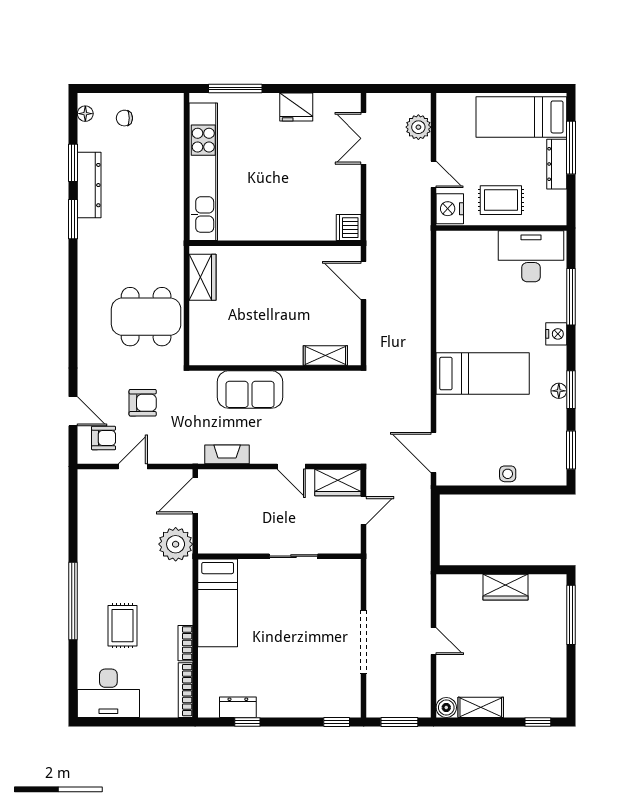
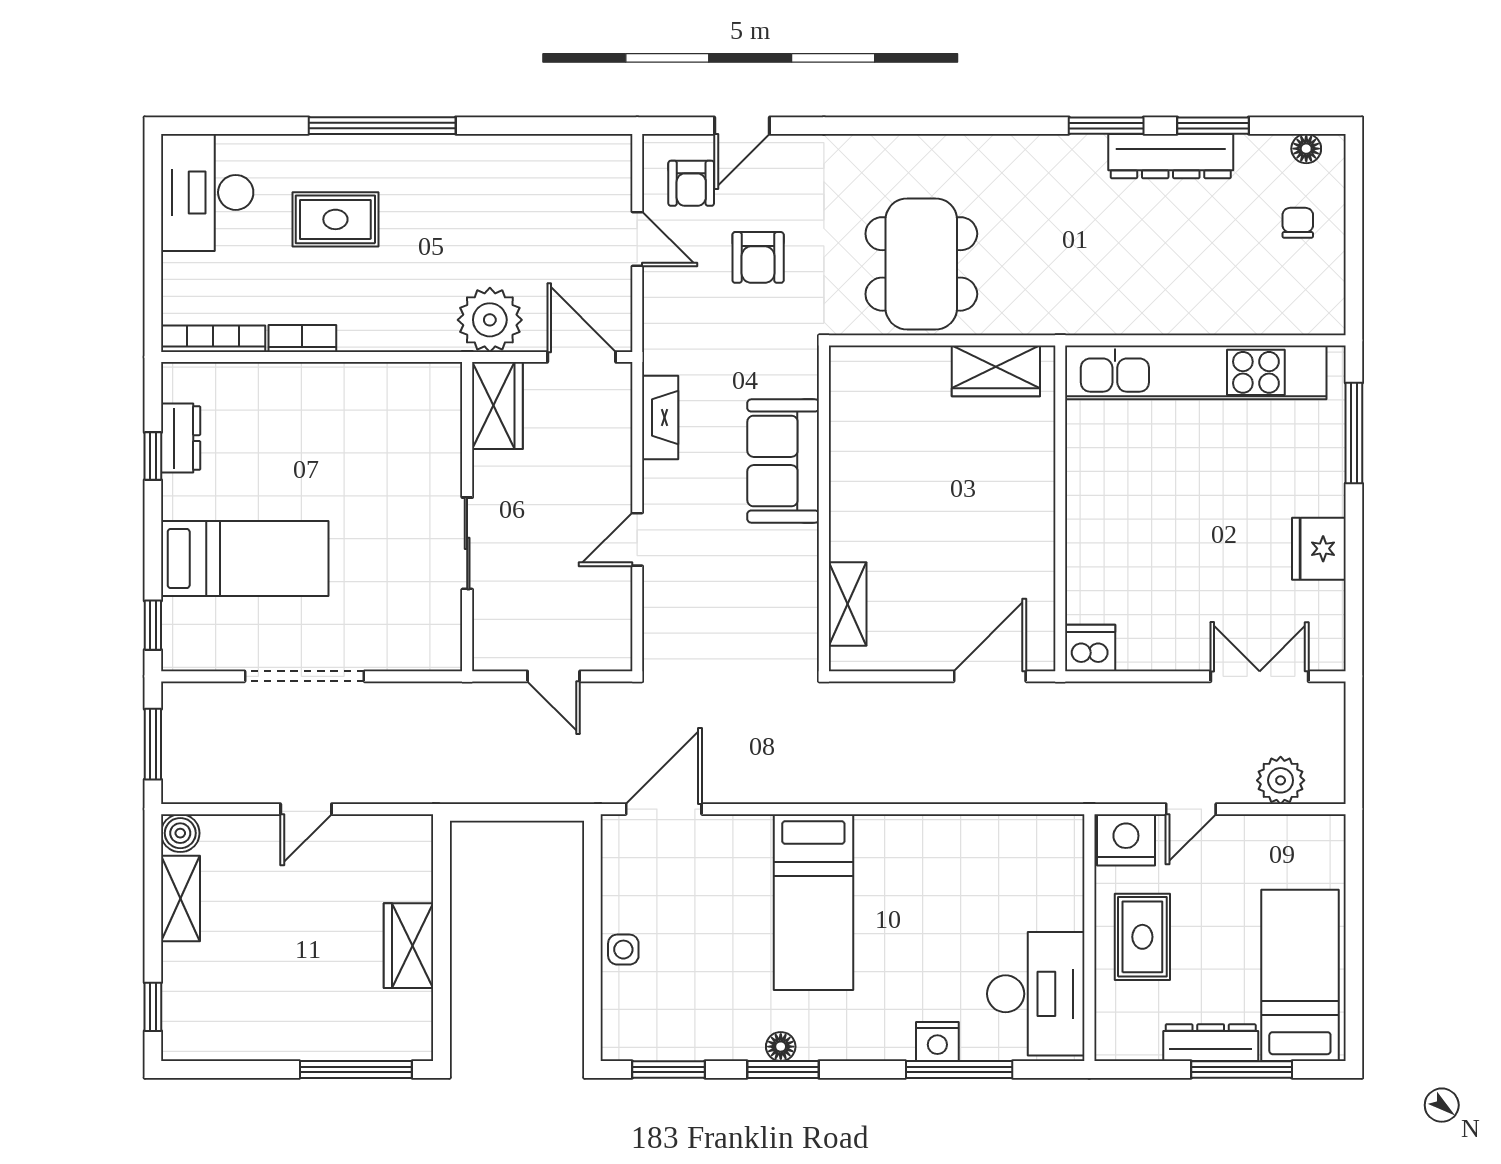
nightstand: (556, 334) -> (937, 1042), moved
wardrobe: (338, 482) -> (497, 406), moved, turned 180
bed: (218, 603) -> (245, 558), moved, turned 180

